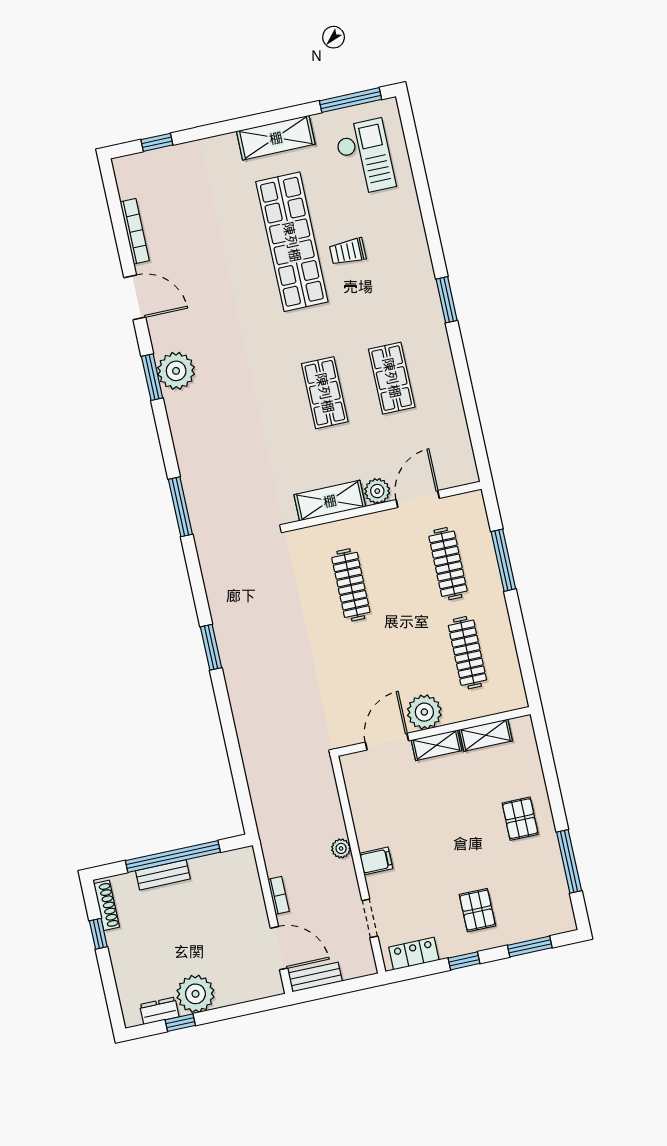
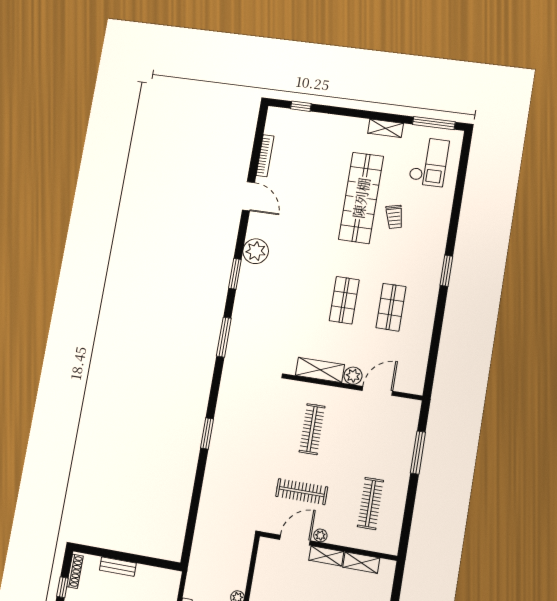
shelving: (276, 138) -> (385, 128), width x0.67, depth x0.75
trolley: (348, 252) -> (394, 217), turned -104
window: (152, 377) -> (235, 274), moved
clothes rail: (448, 564) -> (302, 492), moved, turned 90
plant: (424, 712) -> (320, 535), width x0.53, depth x0.53
window: (173, 856) -> (129, 557), removed

